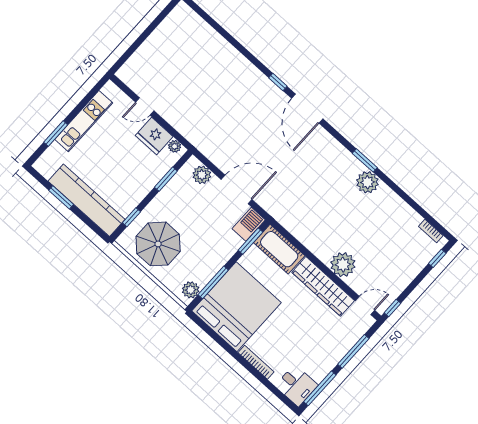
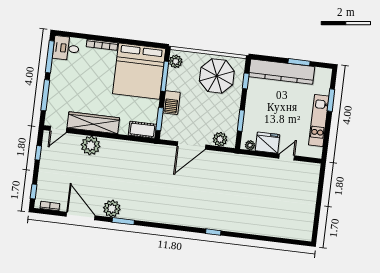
door: (307, 109) -> (81, 216), moved
barbecue: (249, 224) -> (171, 103), moved
cot: (279, 249) -> (142, 130), width x0.73, depth x0.75
window: (392, 308) -> (38, 153), moved

